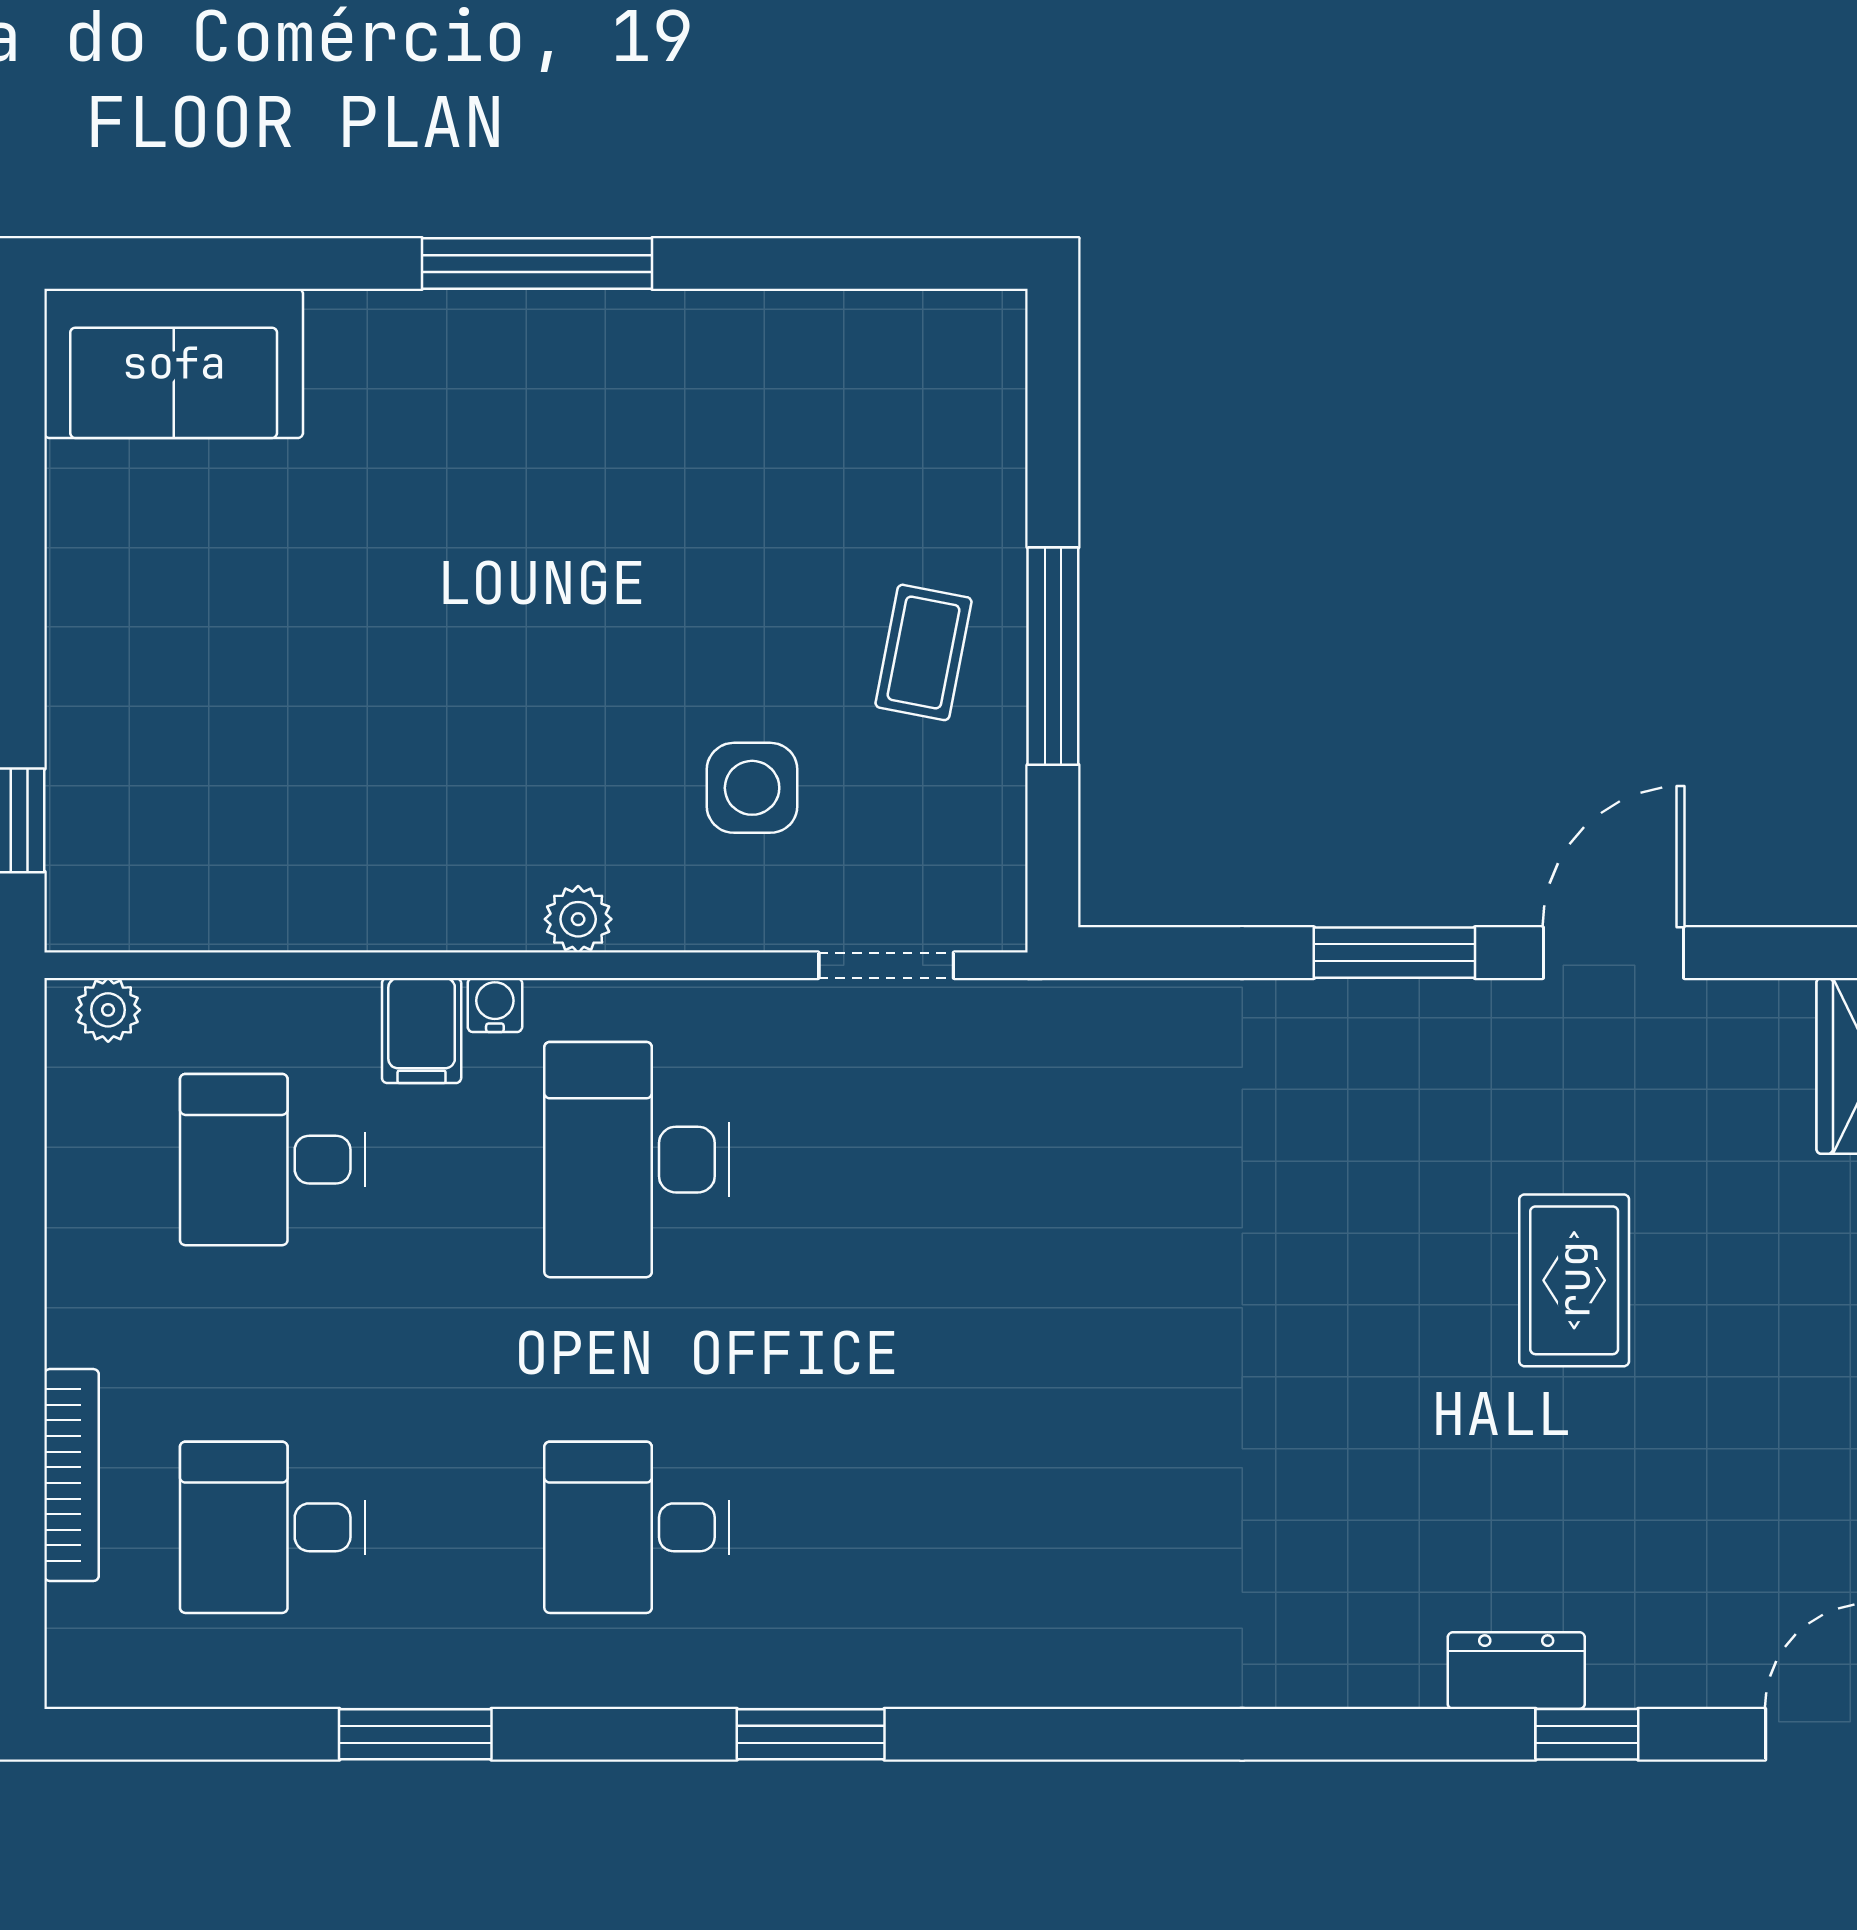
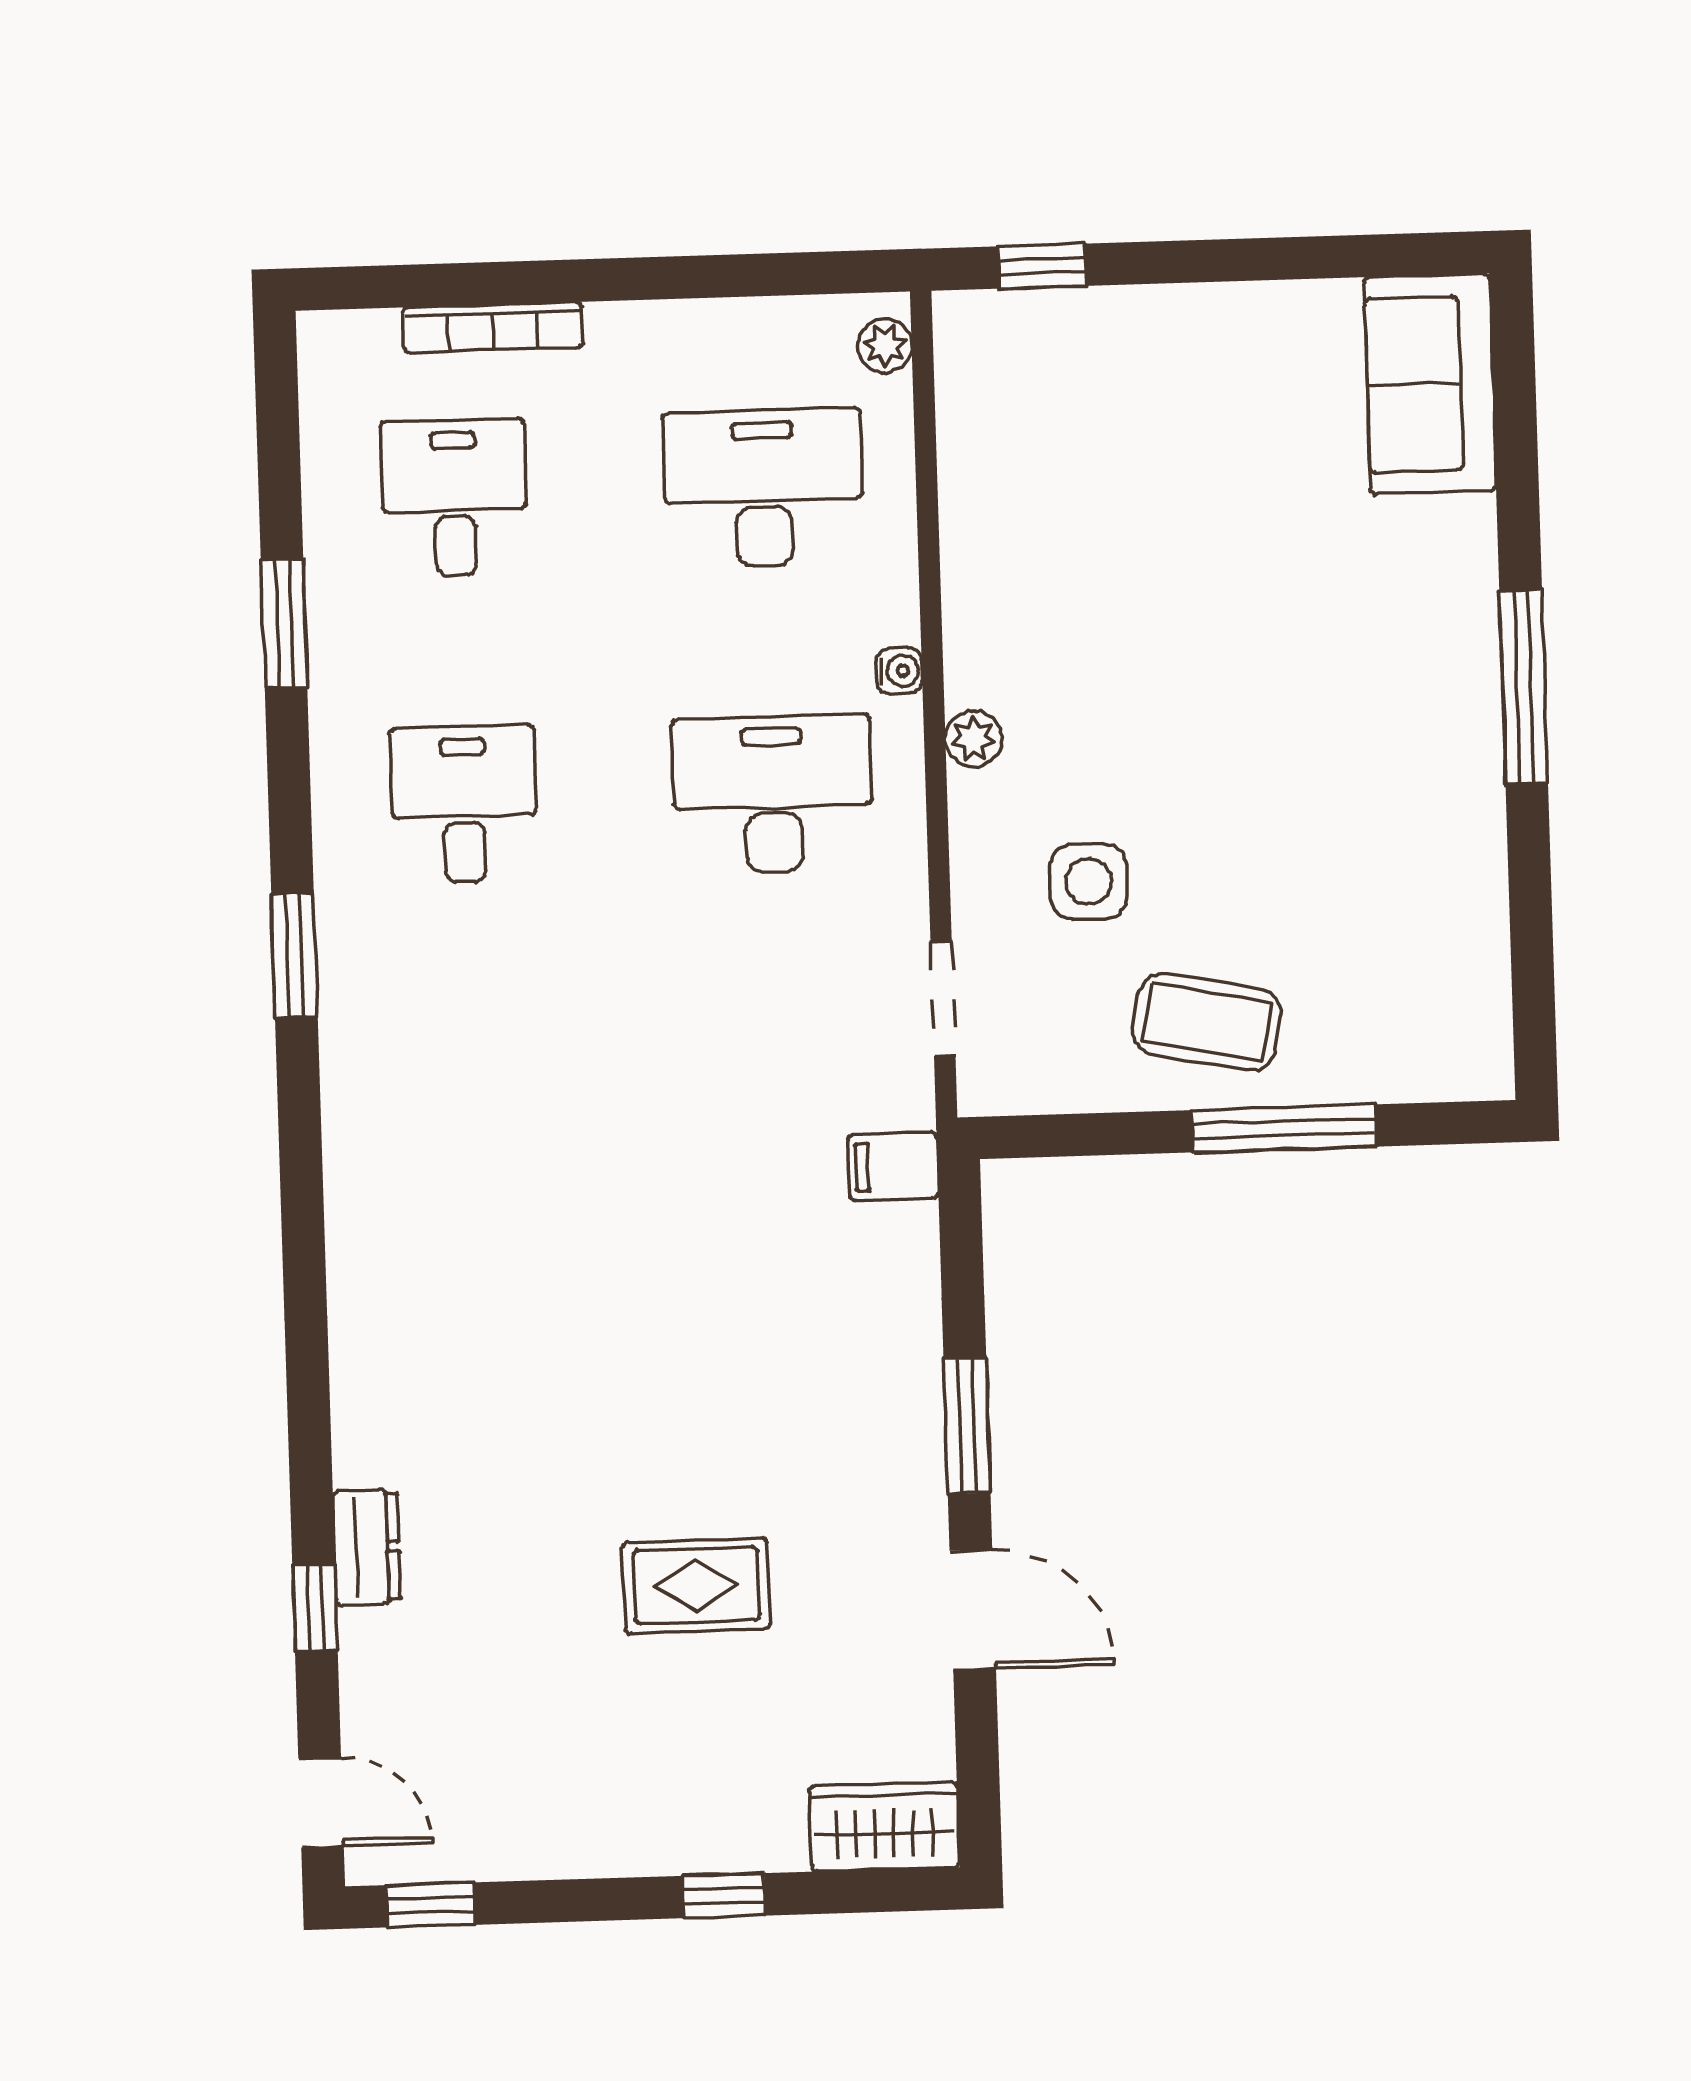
coffee table: (923, 652) -> (1207, 1022), width x1.36, depth x1.30
window: (1053, 656) -> (1284, 1128), moved
filing cabinet: (422, 1031) -> (893, 1166), moved
desk: (273, 1160) -> (763, 488), width x1.37

